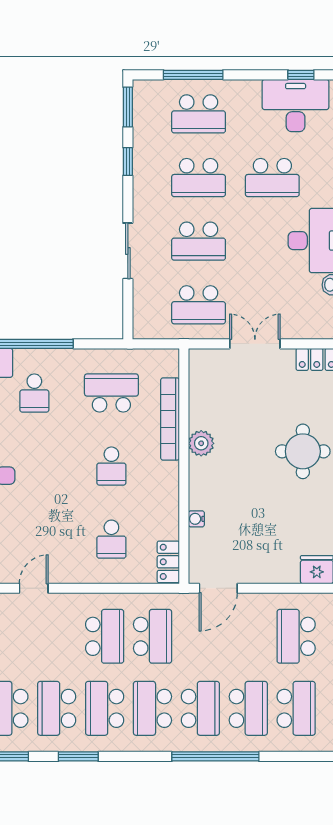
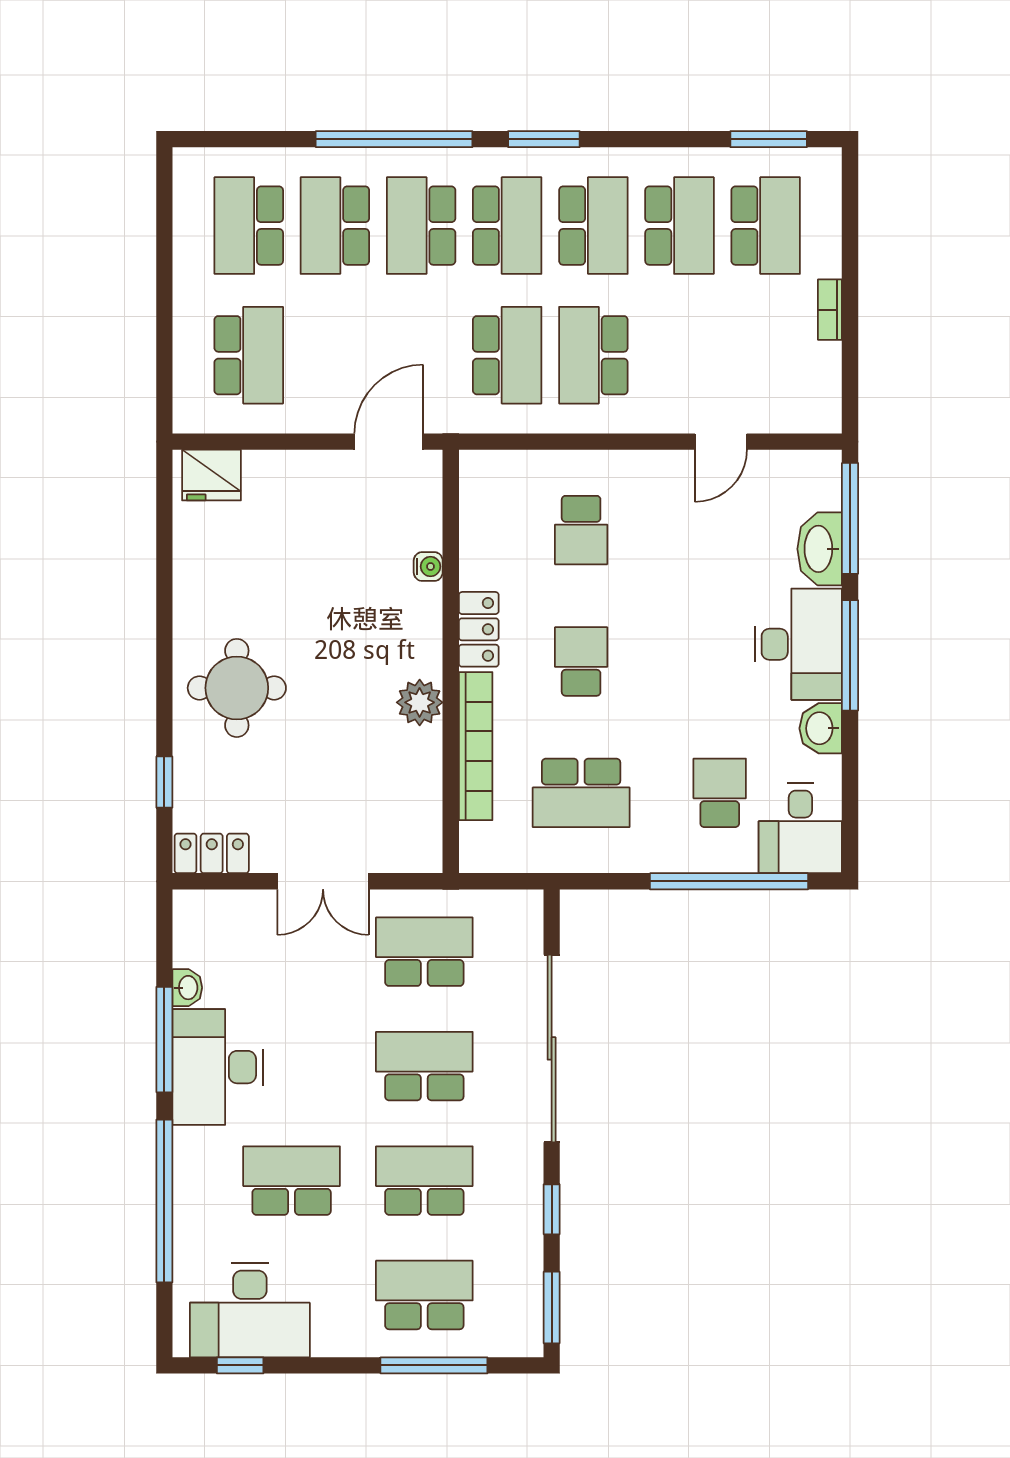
sliding door: (128, 251) -> (552, 1048), width x1.86
school desk: (111, 539) -> (581, 530), turned 180
locker: (168, 562) -> (479, 629), moved
school desk: (152, 636) -> (507, 355), turned 180
window: (78, 756) -> (544, 139), moved

